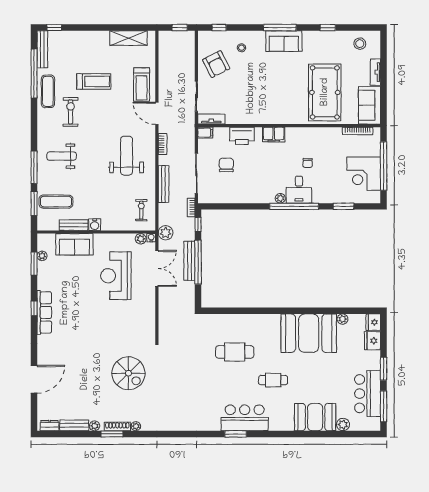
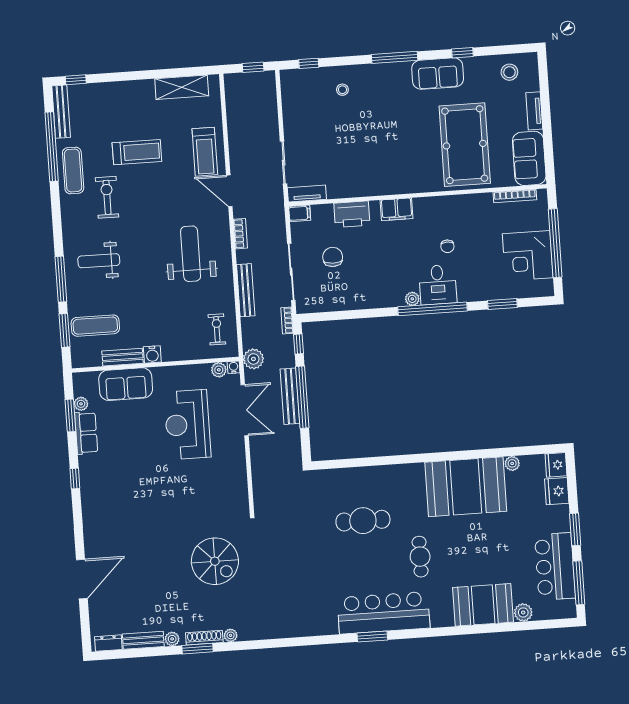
sofa: (284, 41) -> (438, 74), moved
armchair: (216, 64) -> (308, 115), removed
row of seats: (44, 312) -> (86, 433), moved, width x0.68
cafe table: (273, 380) -> (420, 557), turned 90
bar counter: (245, 418) -> (384, 613), width x1.36

